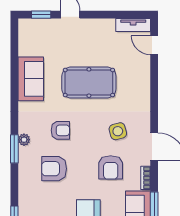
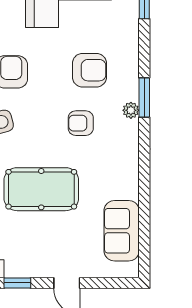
window: (41, 15) -> (17, 283), moved
sofa: (31, 79) -> (122, 231), moved

